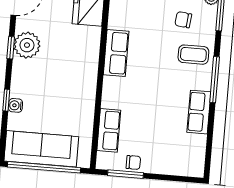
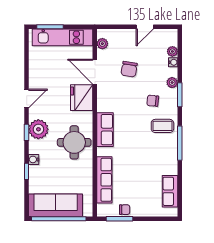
round table: (73, 67) -> (74, 142), added
water cooler: (15, 105) -> (34, 159), moved
row of seats: (199, 112) -> (170, 191), moved
row of seats: (109, 130) -> (104, 180), width x1.48

